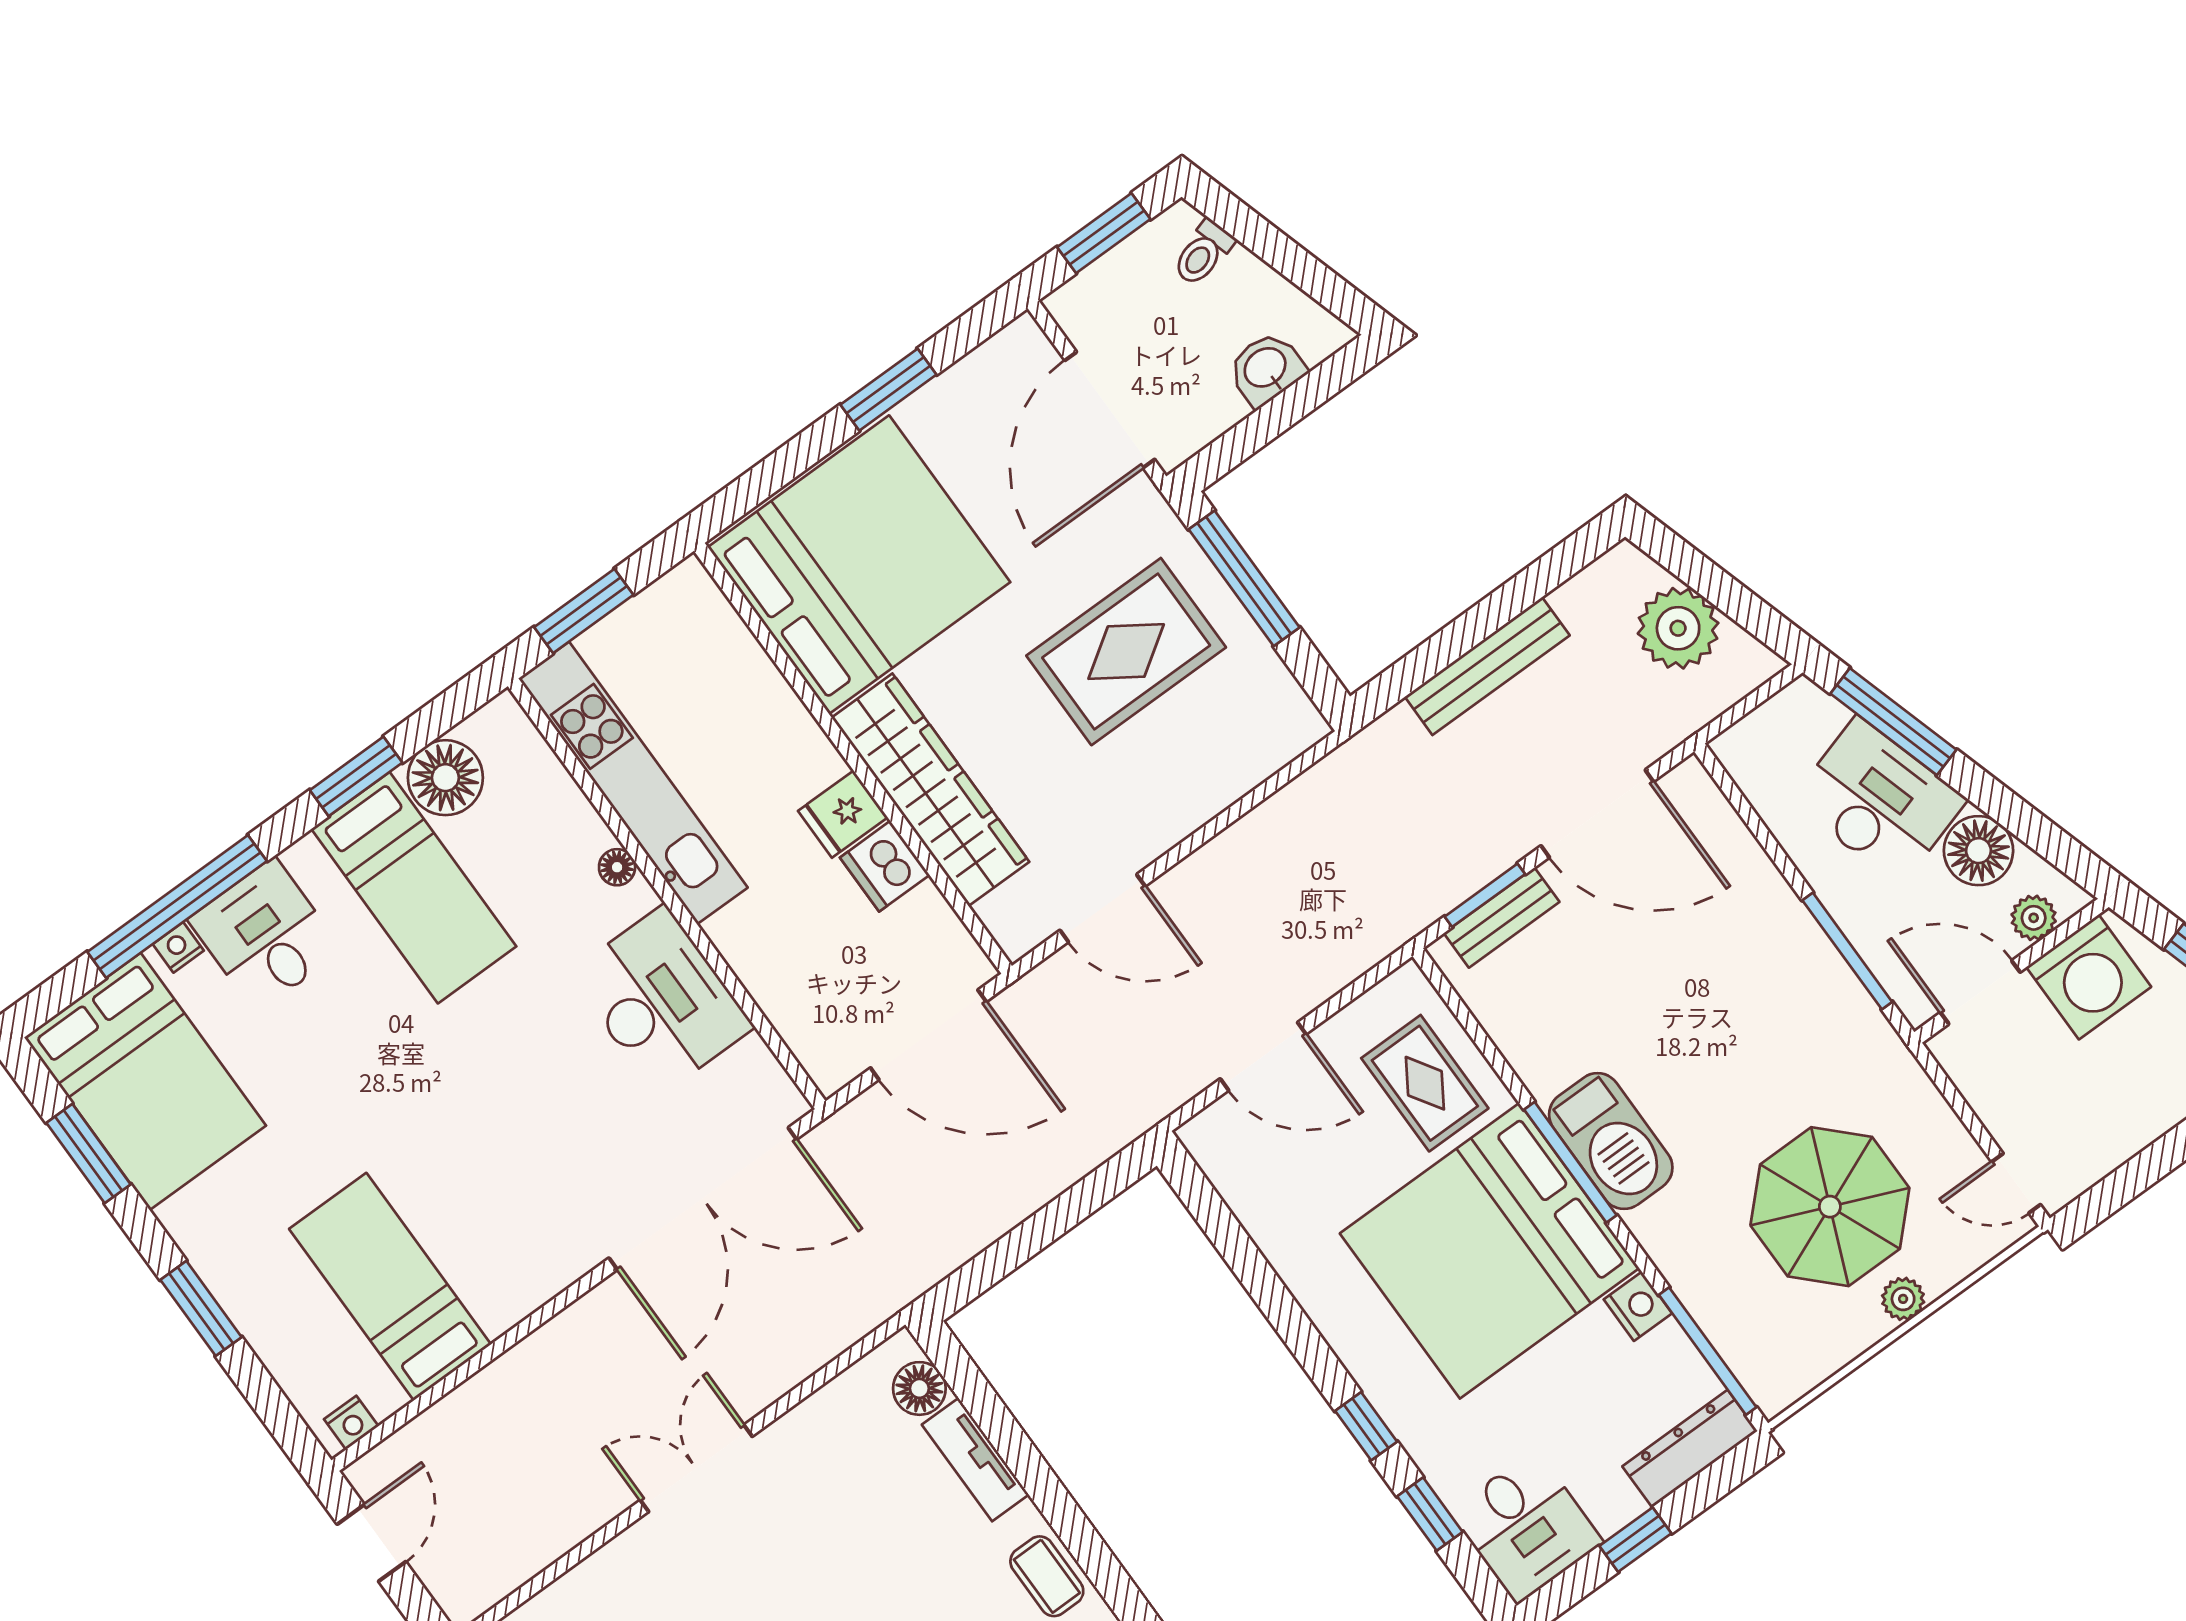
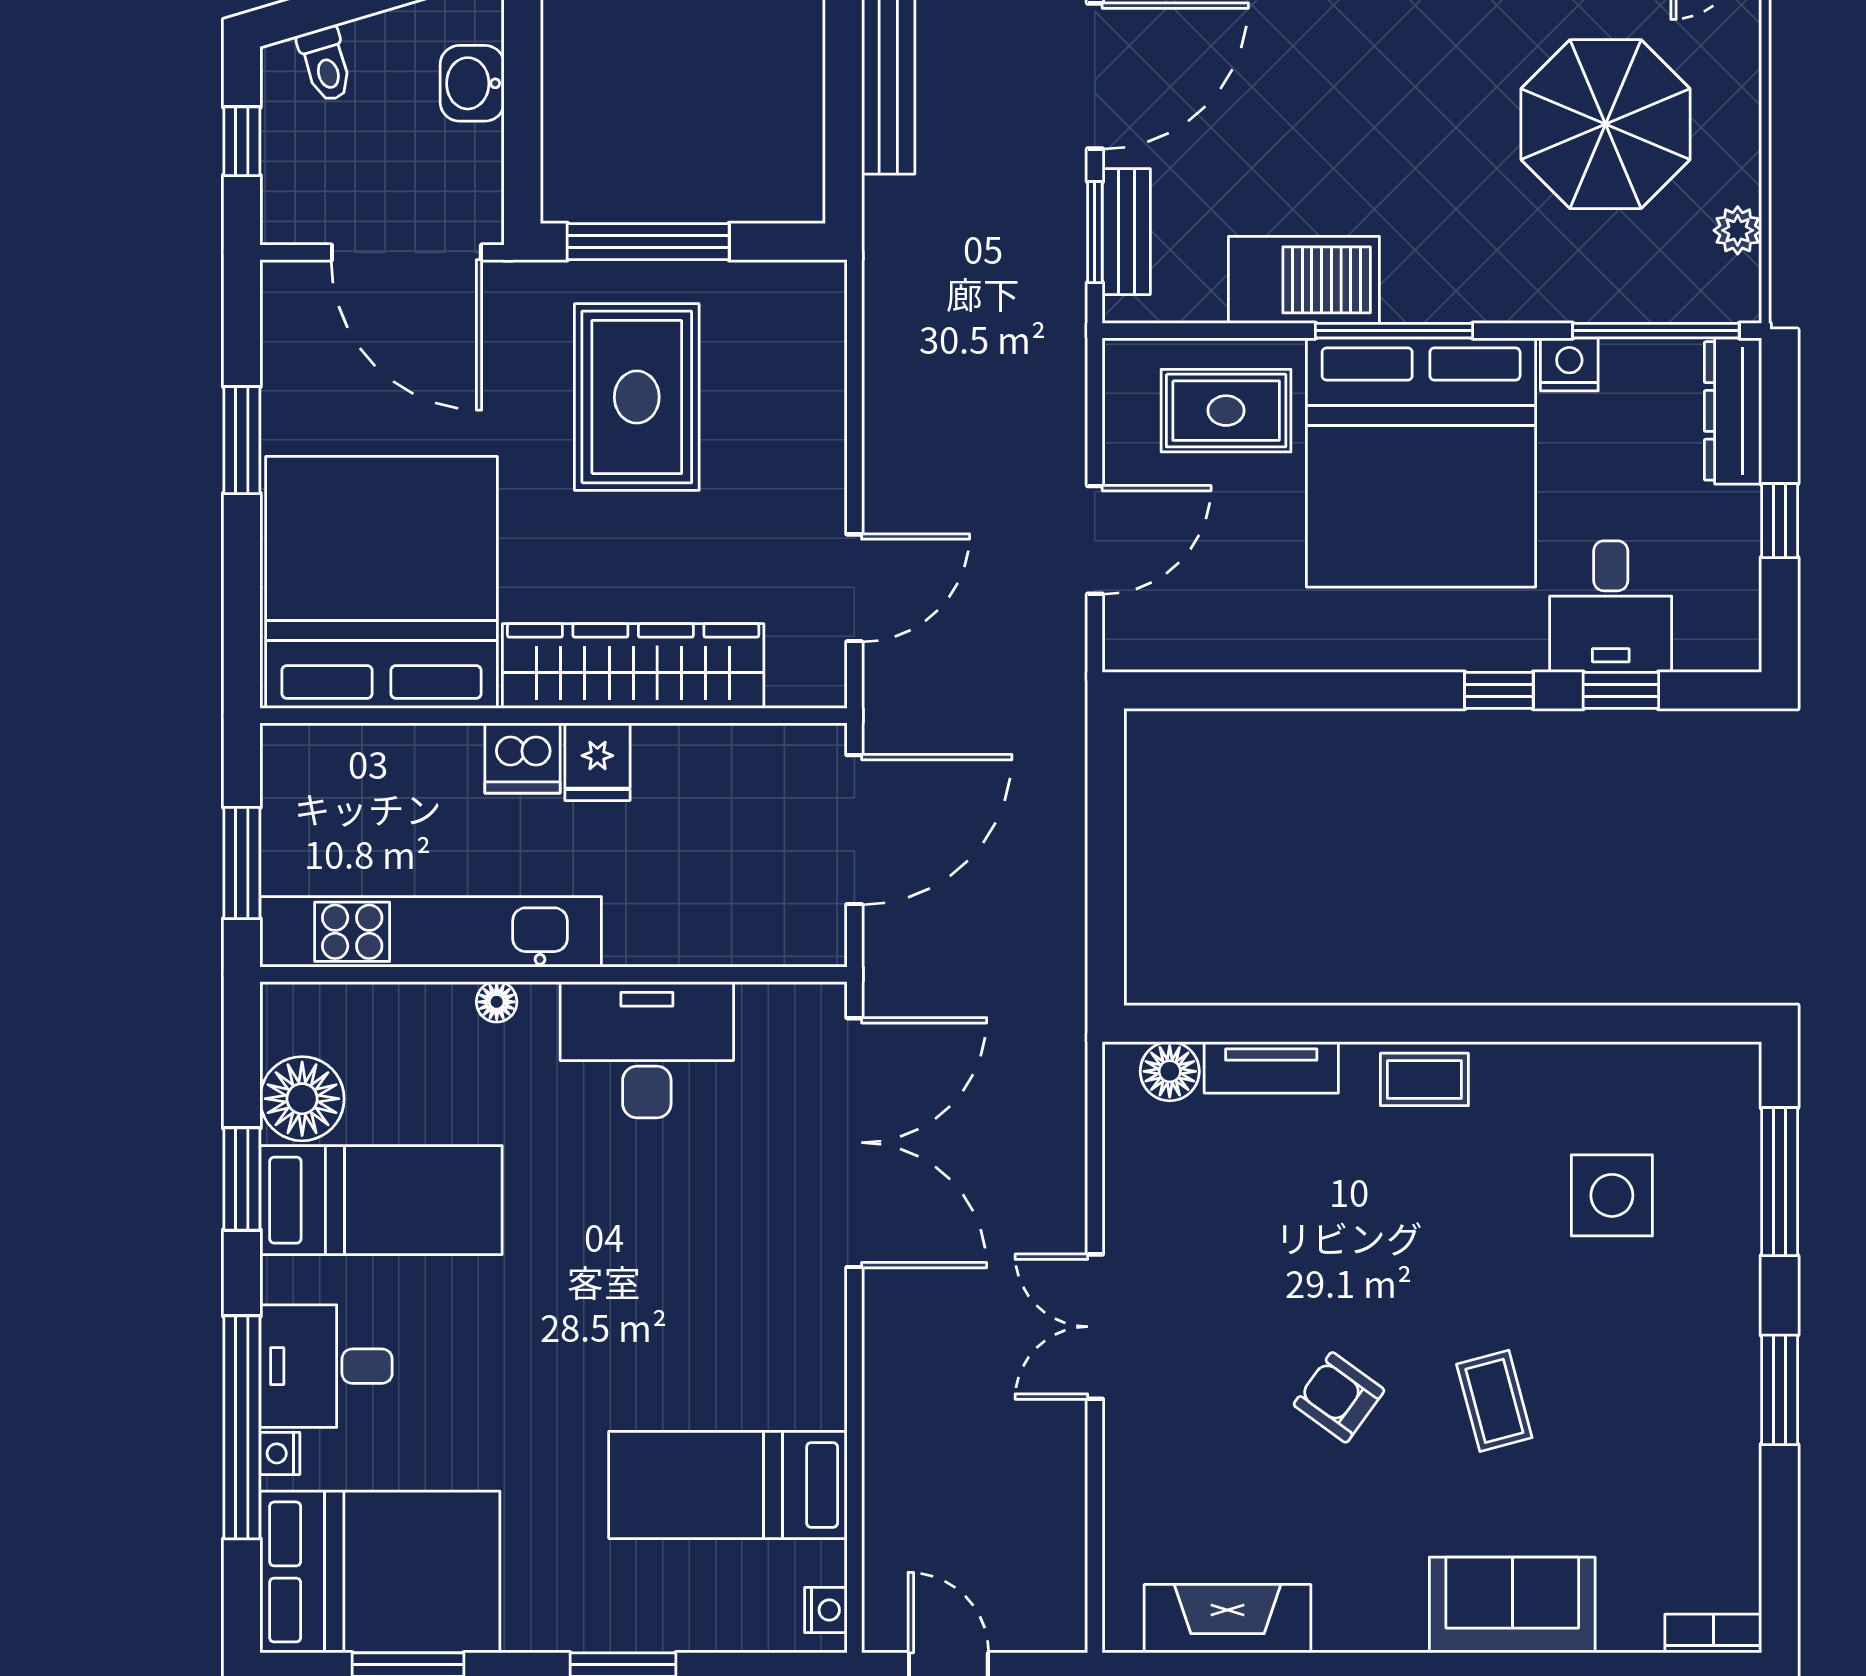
window: (1104, 233) -> (242, 141), width x0.67
dishwasher: (885, 866) -> (522, 758), moved
barbecue: (1611, 1141) -> (1304, 280), moved
plant: (1903, 1299) -> (1738, 230), moved
desk: (1526, 1527) -> (1611, 607), moved, turned 90

